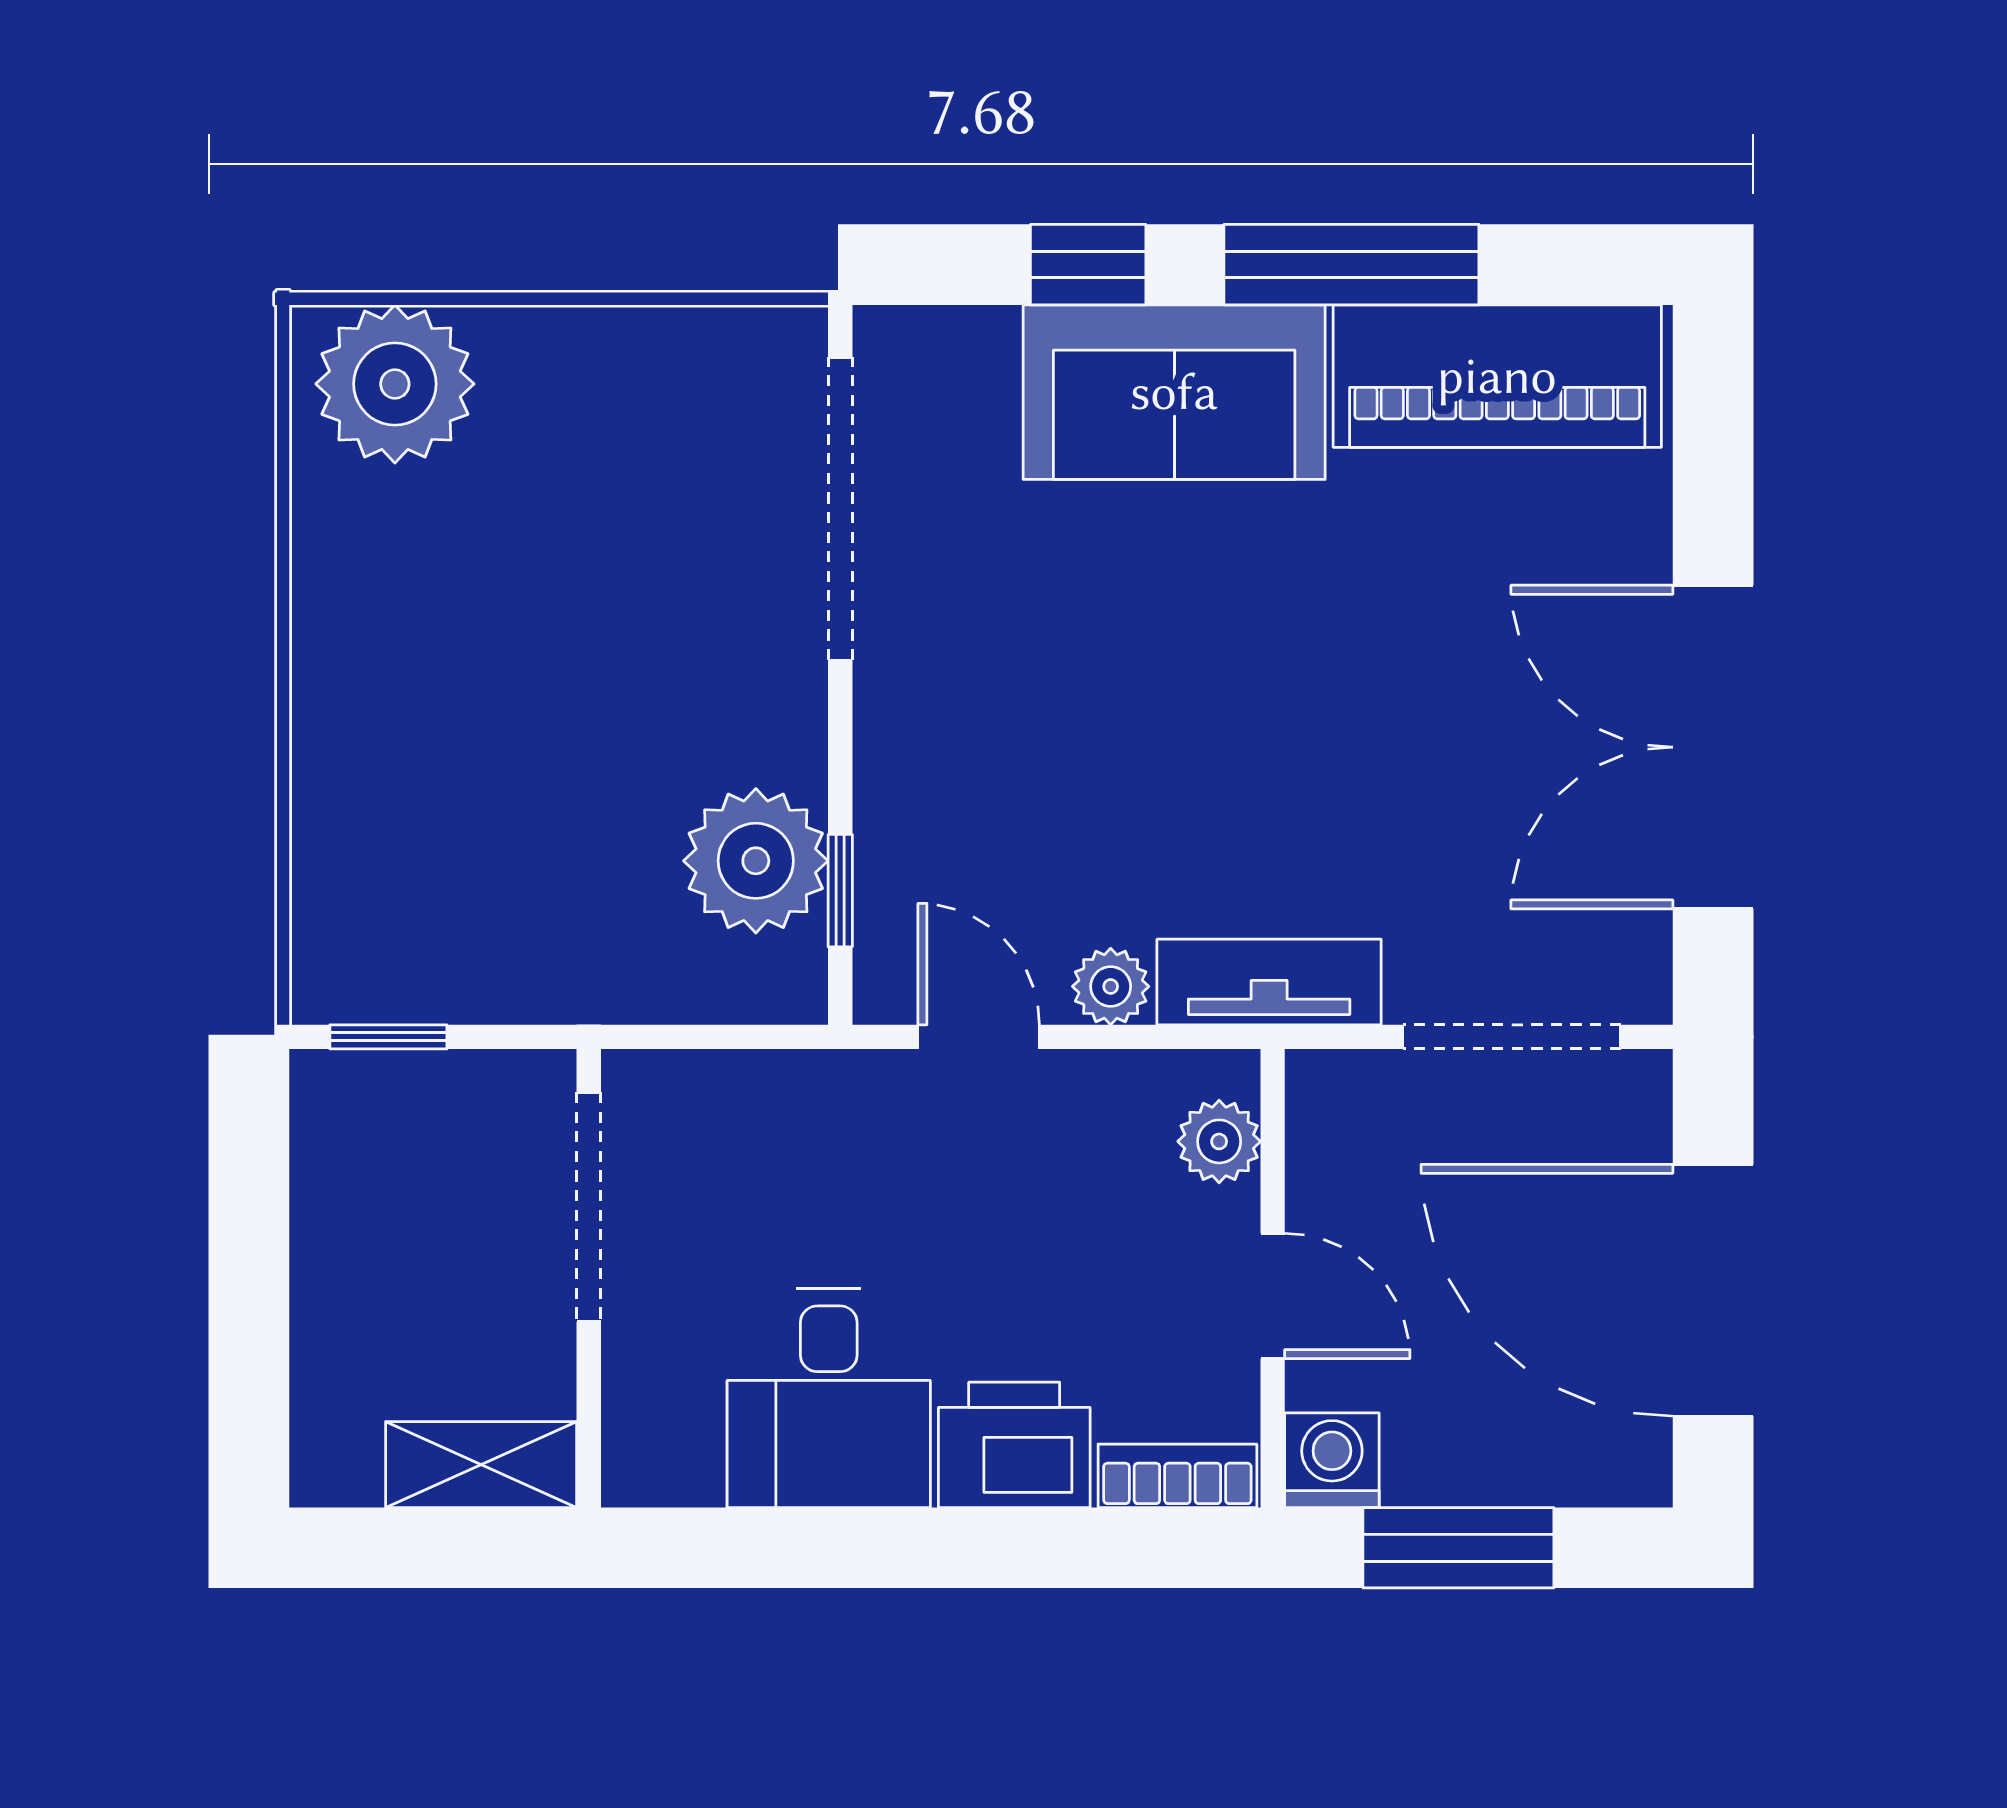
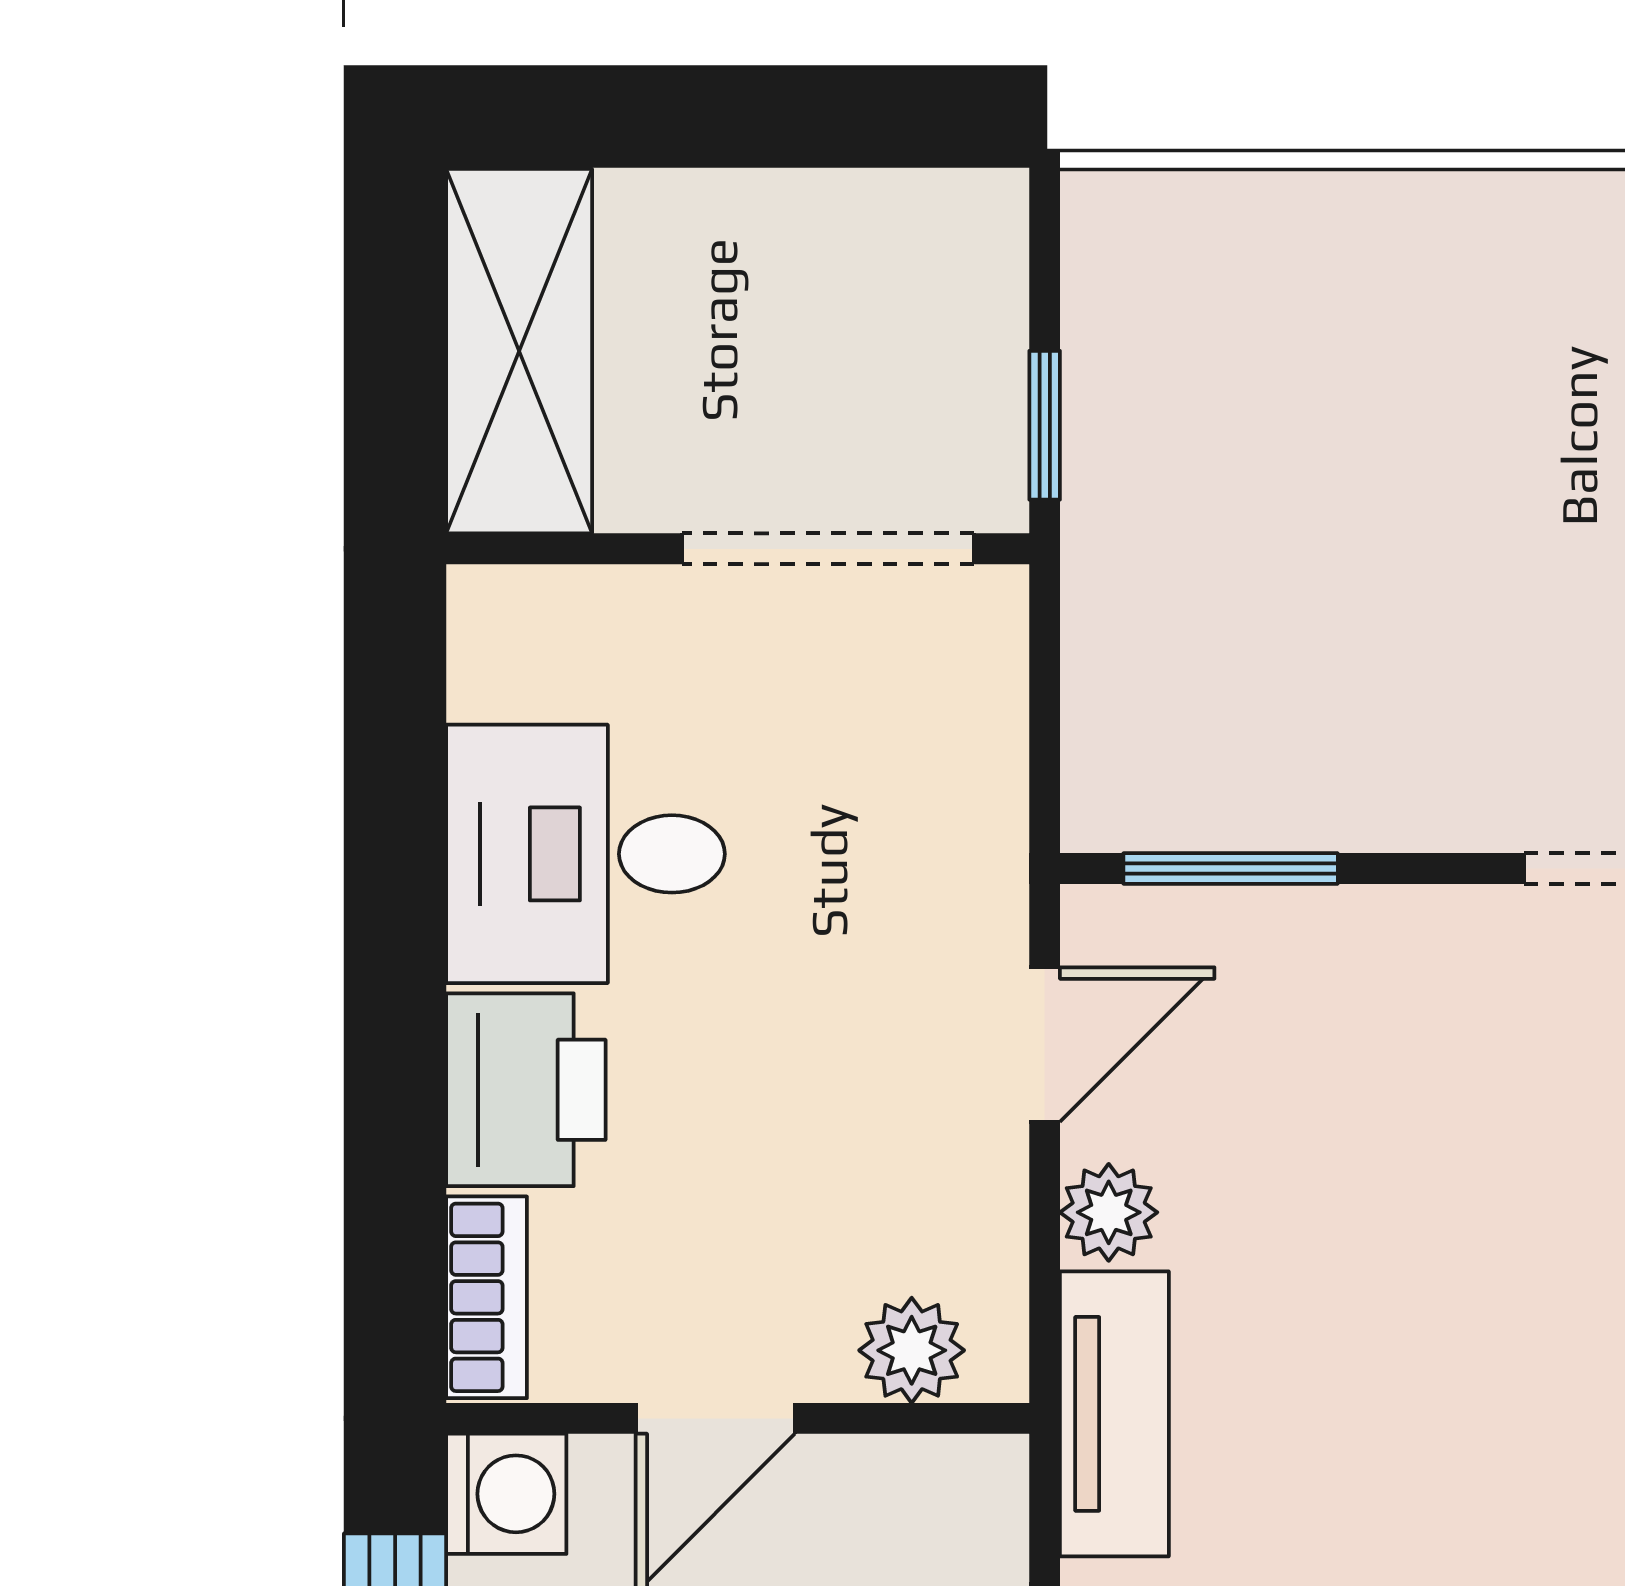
plant: (756, 861) -> (1269, 761), removed
window: (840, 891) -> (1231, 868), width x1.50
window: (388, 1037) -> (1045, 425), moved
shelving: (481, 1465) -> (519, 351), width x1.50, depth x1.33

